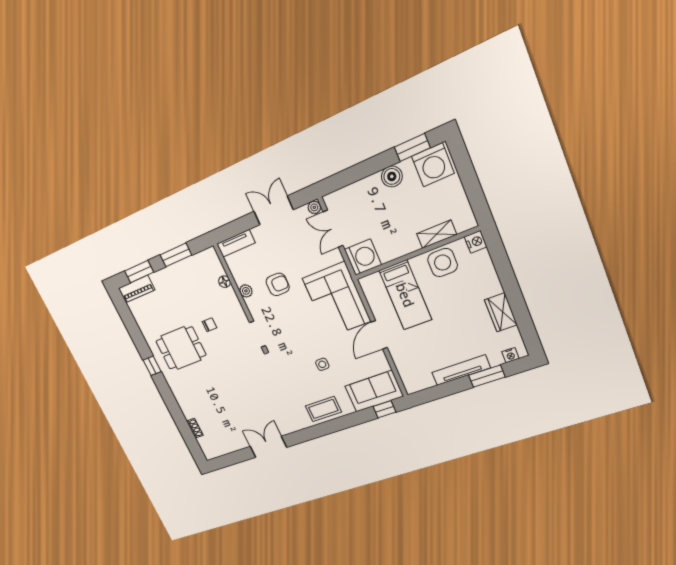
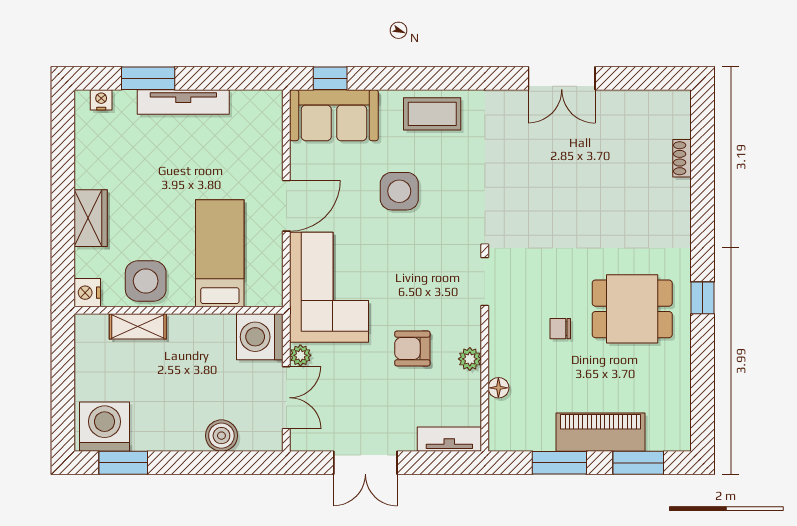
boiler: (392, 176) -> (221, 436), moved
plant: (314, 207) -> (300, 355), moved
piano: (137, 289) -> (601, 432), moved, width x1.37, depth x1.33
wardrobe: (501, 312) -> (91, 218), moved
side table: (322, 364) -> (399, 191), width x1.87, depth x1.87

